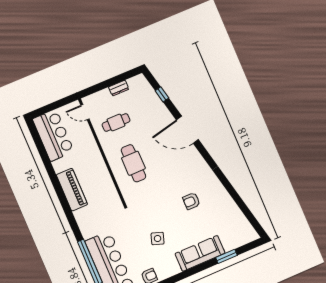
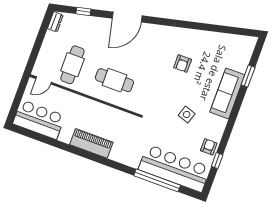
dresser: (119, 88) -> (55, 22), moved
cafe table: (116, 123) -> (72, 65), width x1.37, depth x1.35

